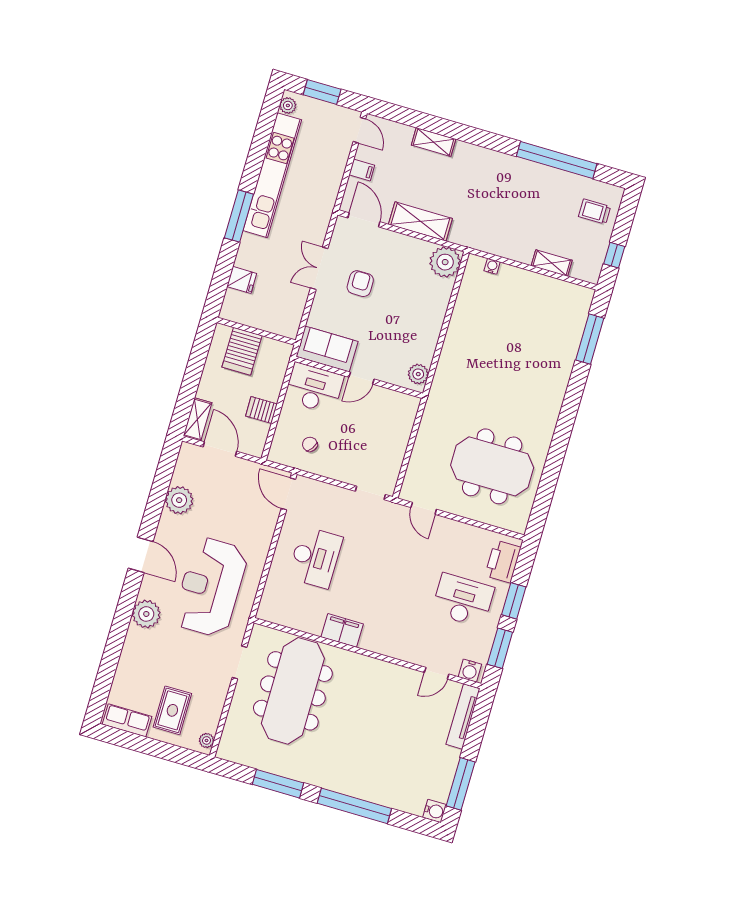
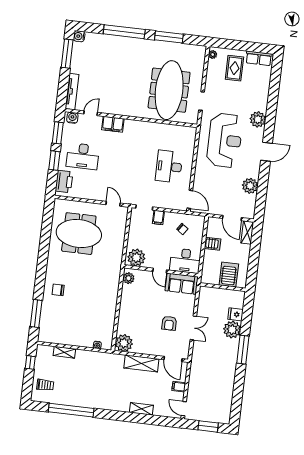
plant: (288, 105) -> (232, 330), moved, width x1.88, depth x1.88
kitchen unit: (272, 175) -> (228, 375), removed
chair: (545, 374) -> (58, 290), added
door: (361, 378) -> (160, 271), swing flipped
plant: (399, 408) -> (136, 258), added
filing cabinet: (348, 471) -> (158, 217), added
door: (141, 555) -> (267, 152), swing flipped
filing cabinet: (342, 630) -> (113, 124), moved

